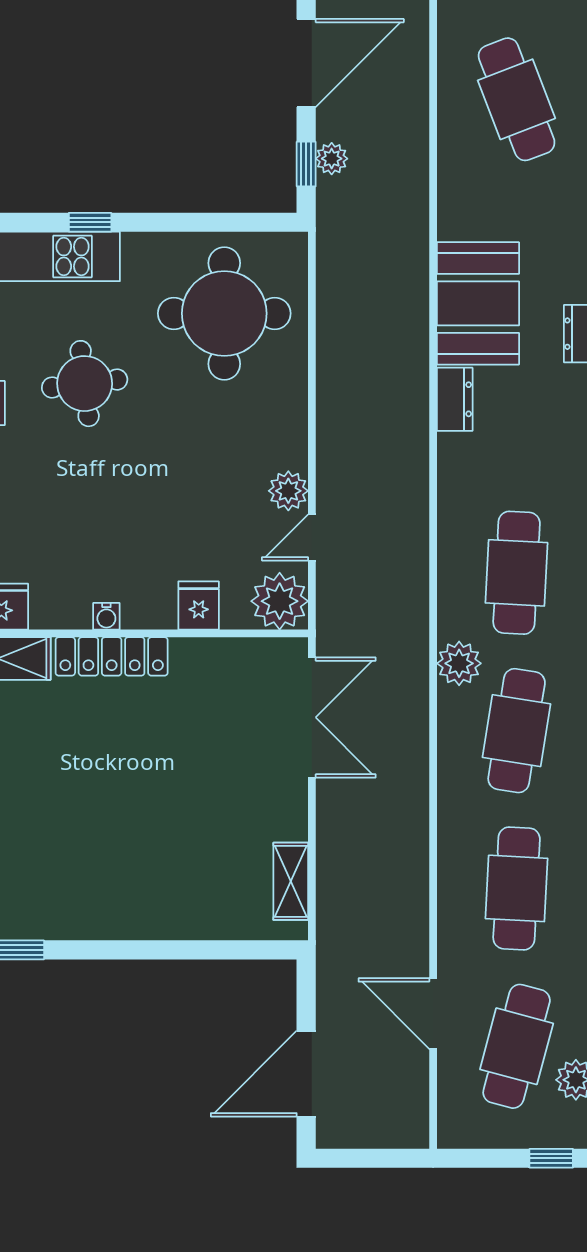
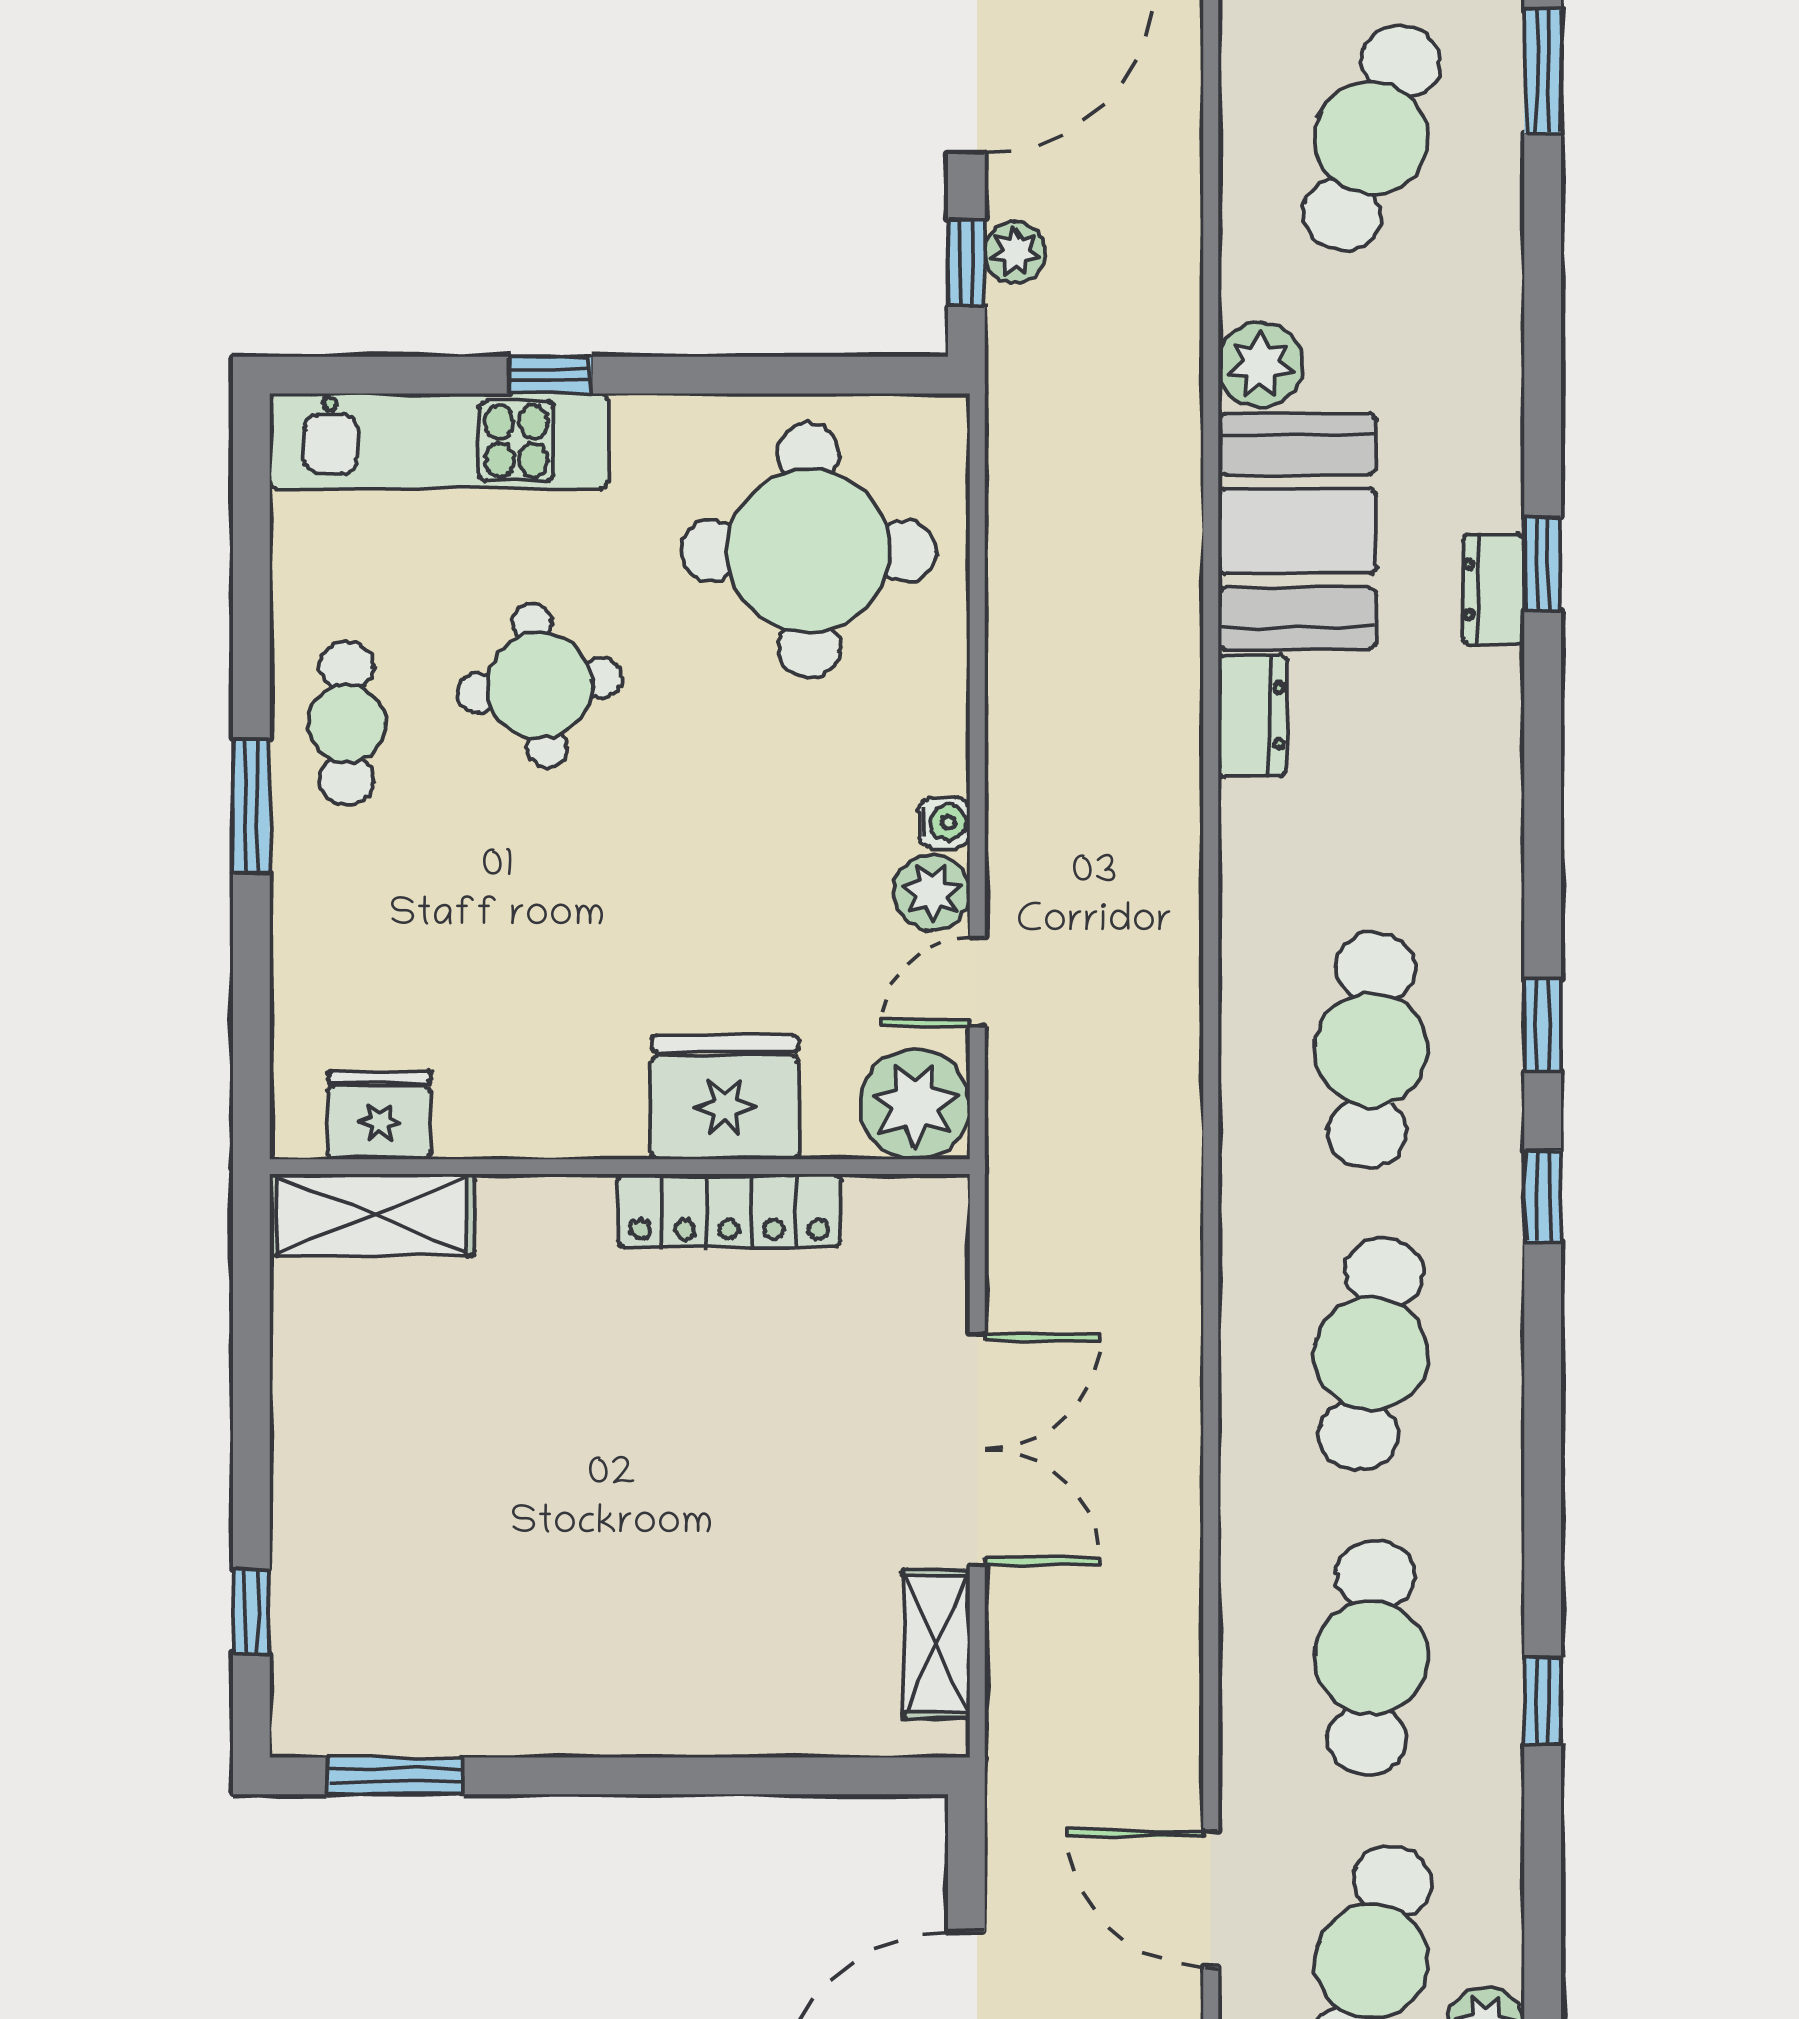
cafe table: (517, 99) -> (1371, 138), turned 42
fridge: (199, 606) -> (725, 1097), width x1.88, depth x1.34
water cooler: (106, 616) -> (944, 823), moved, turned -90
locker: (112, 656) -> (729, 1211), moved
plant: (459, 663) -> (1261, 365), moved
double door: (312, 717) -> (977, 1449), moved

